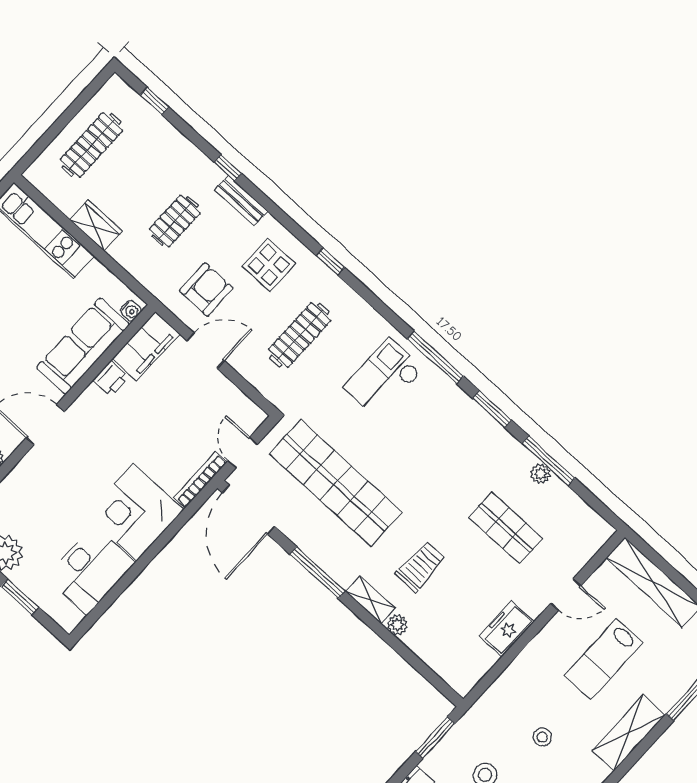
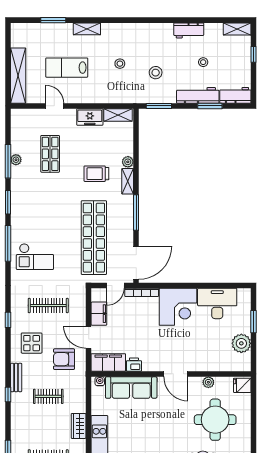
filing cabinet: (225, 394) -> (99, 314), added
lab bench: (604, 659) -> (67, 68), turned 180
shelving: (474, 670) -> (118, 115), added
shelving: (629, 733) -> (87, 29), width x0.67, depth x0.75

